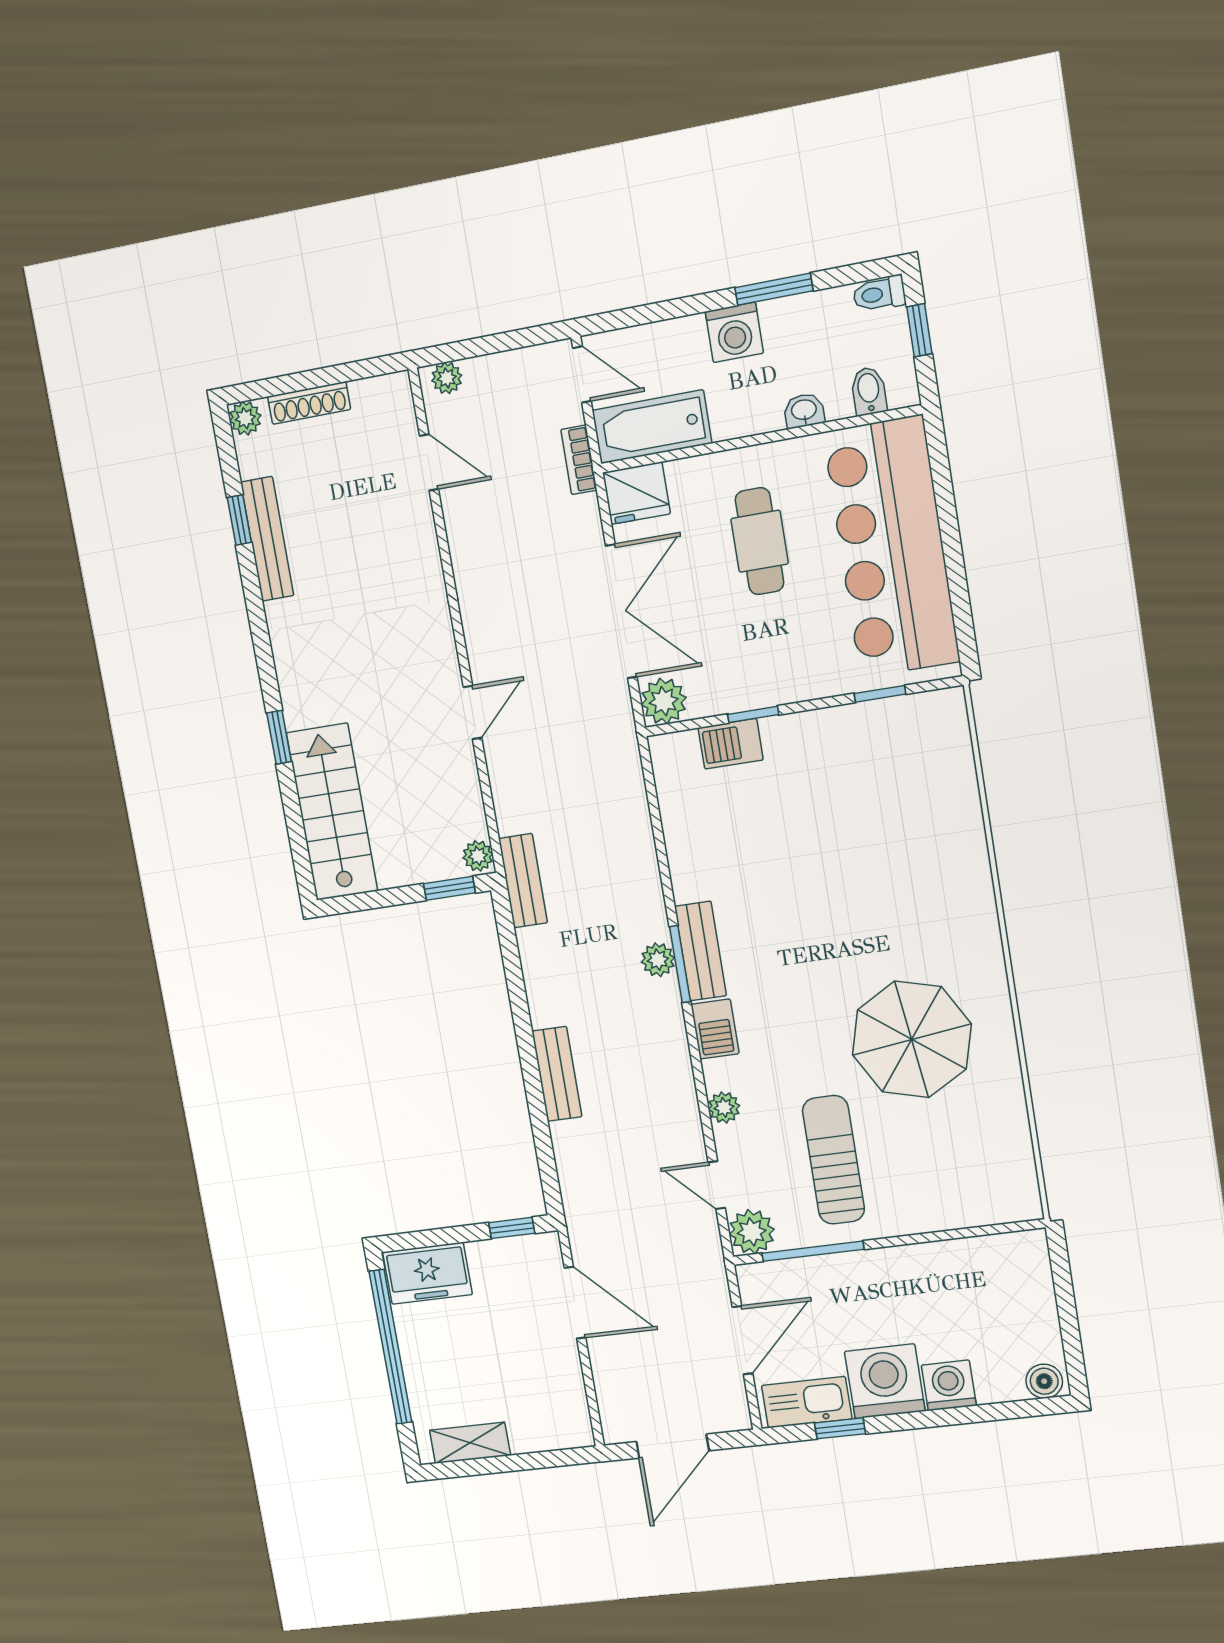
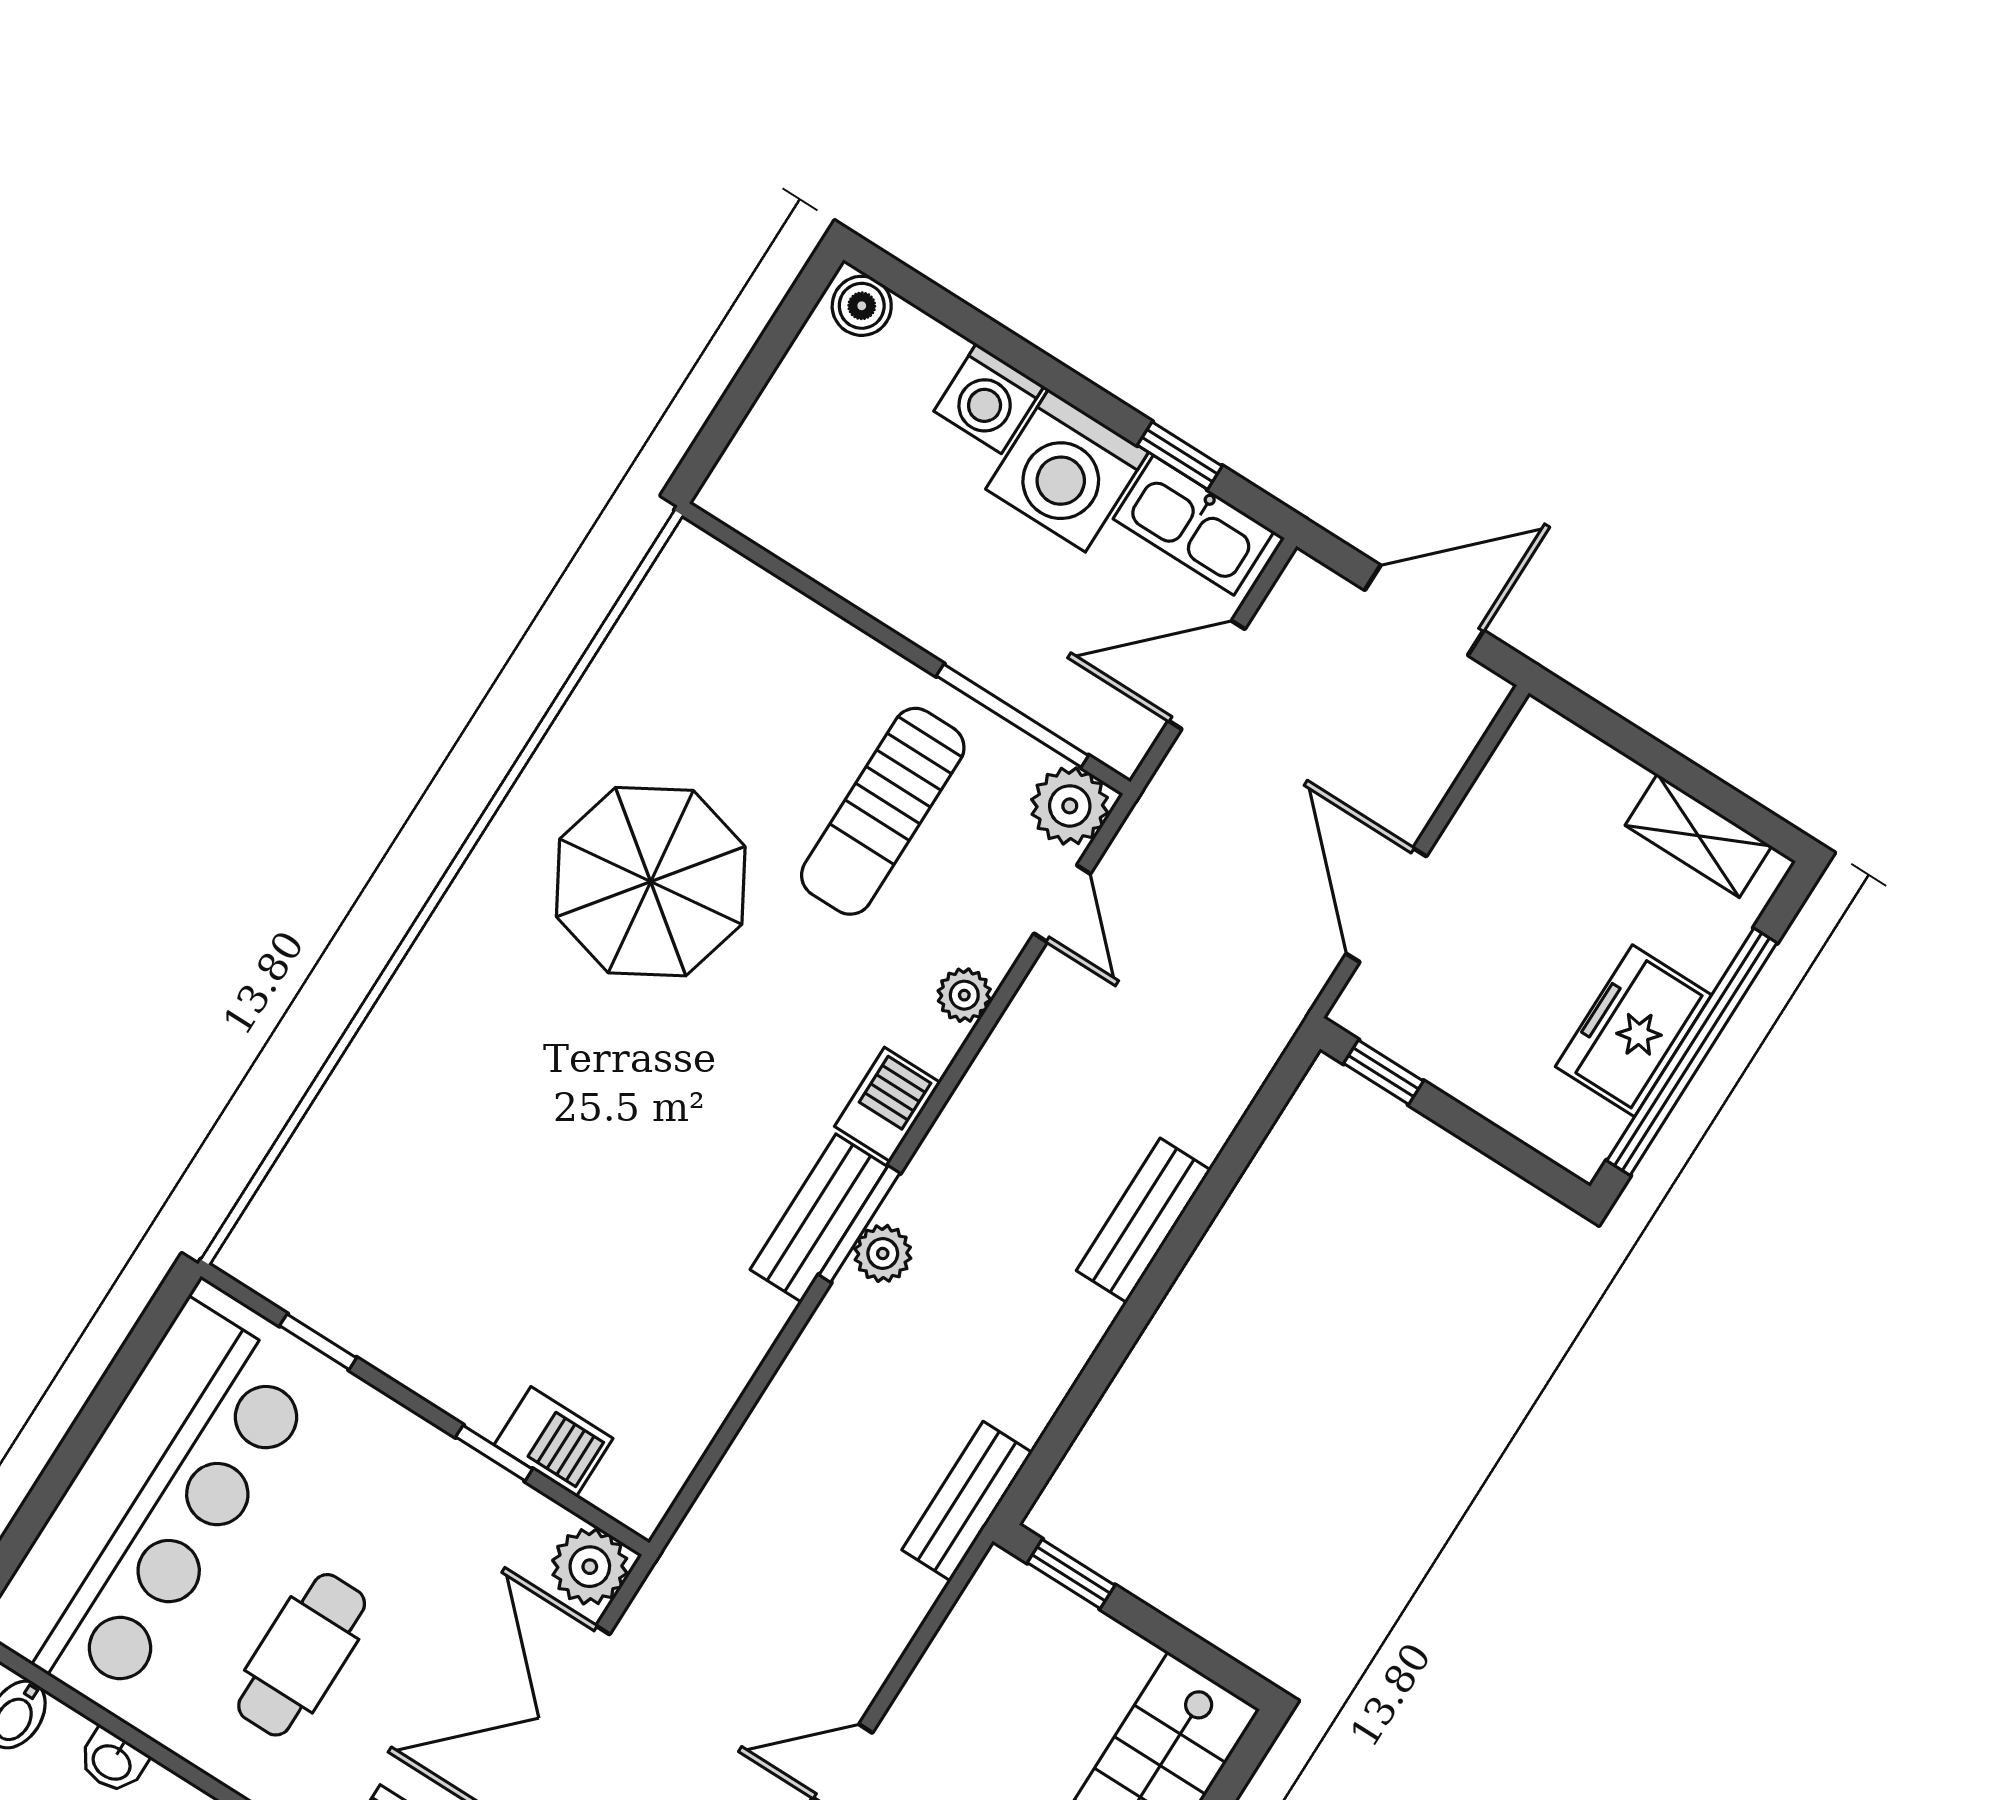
plant: (478, 856) -> (997, 1582), removed
freezer: (427, 1273) -> (1633, 1031), moved, turned -90

